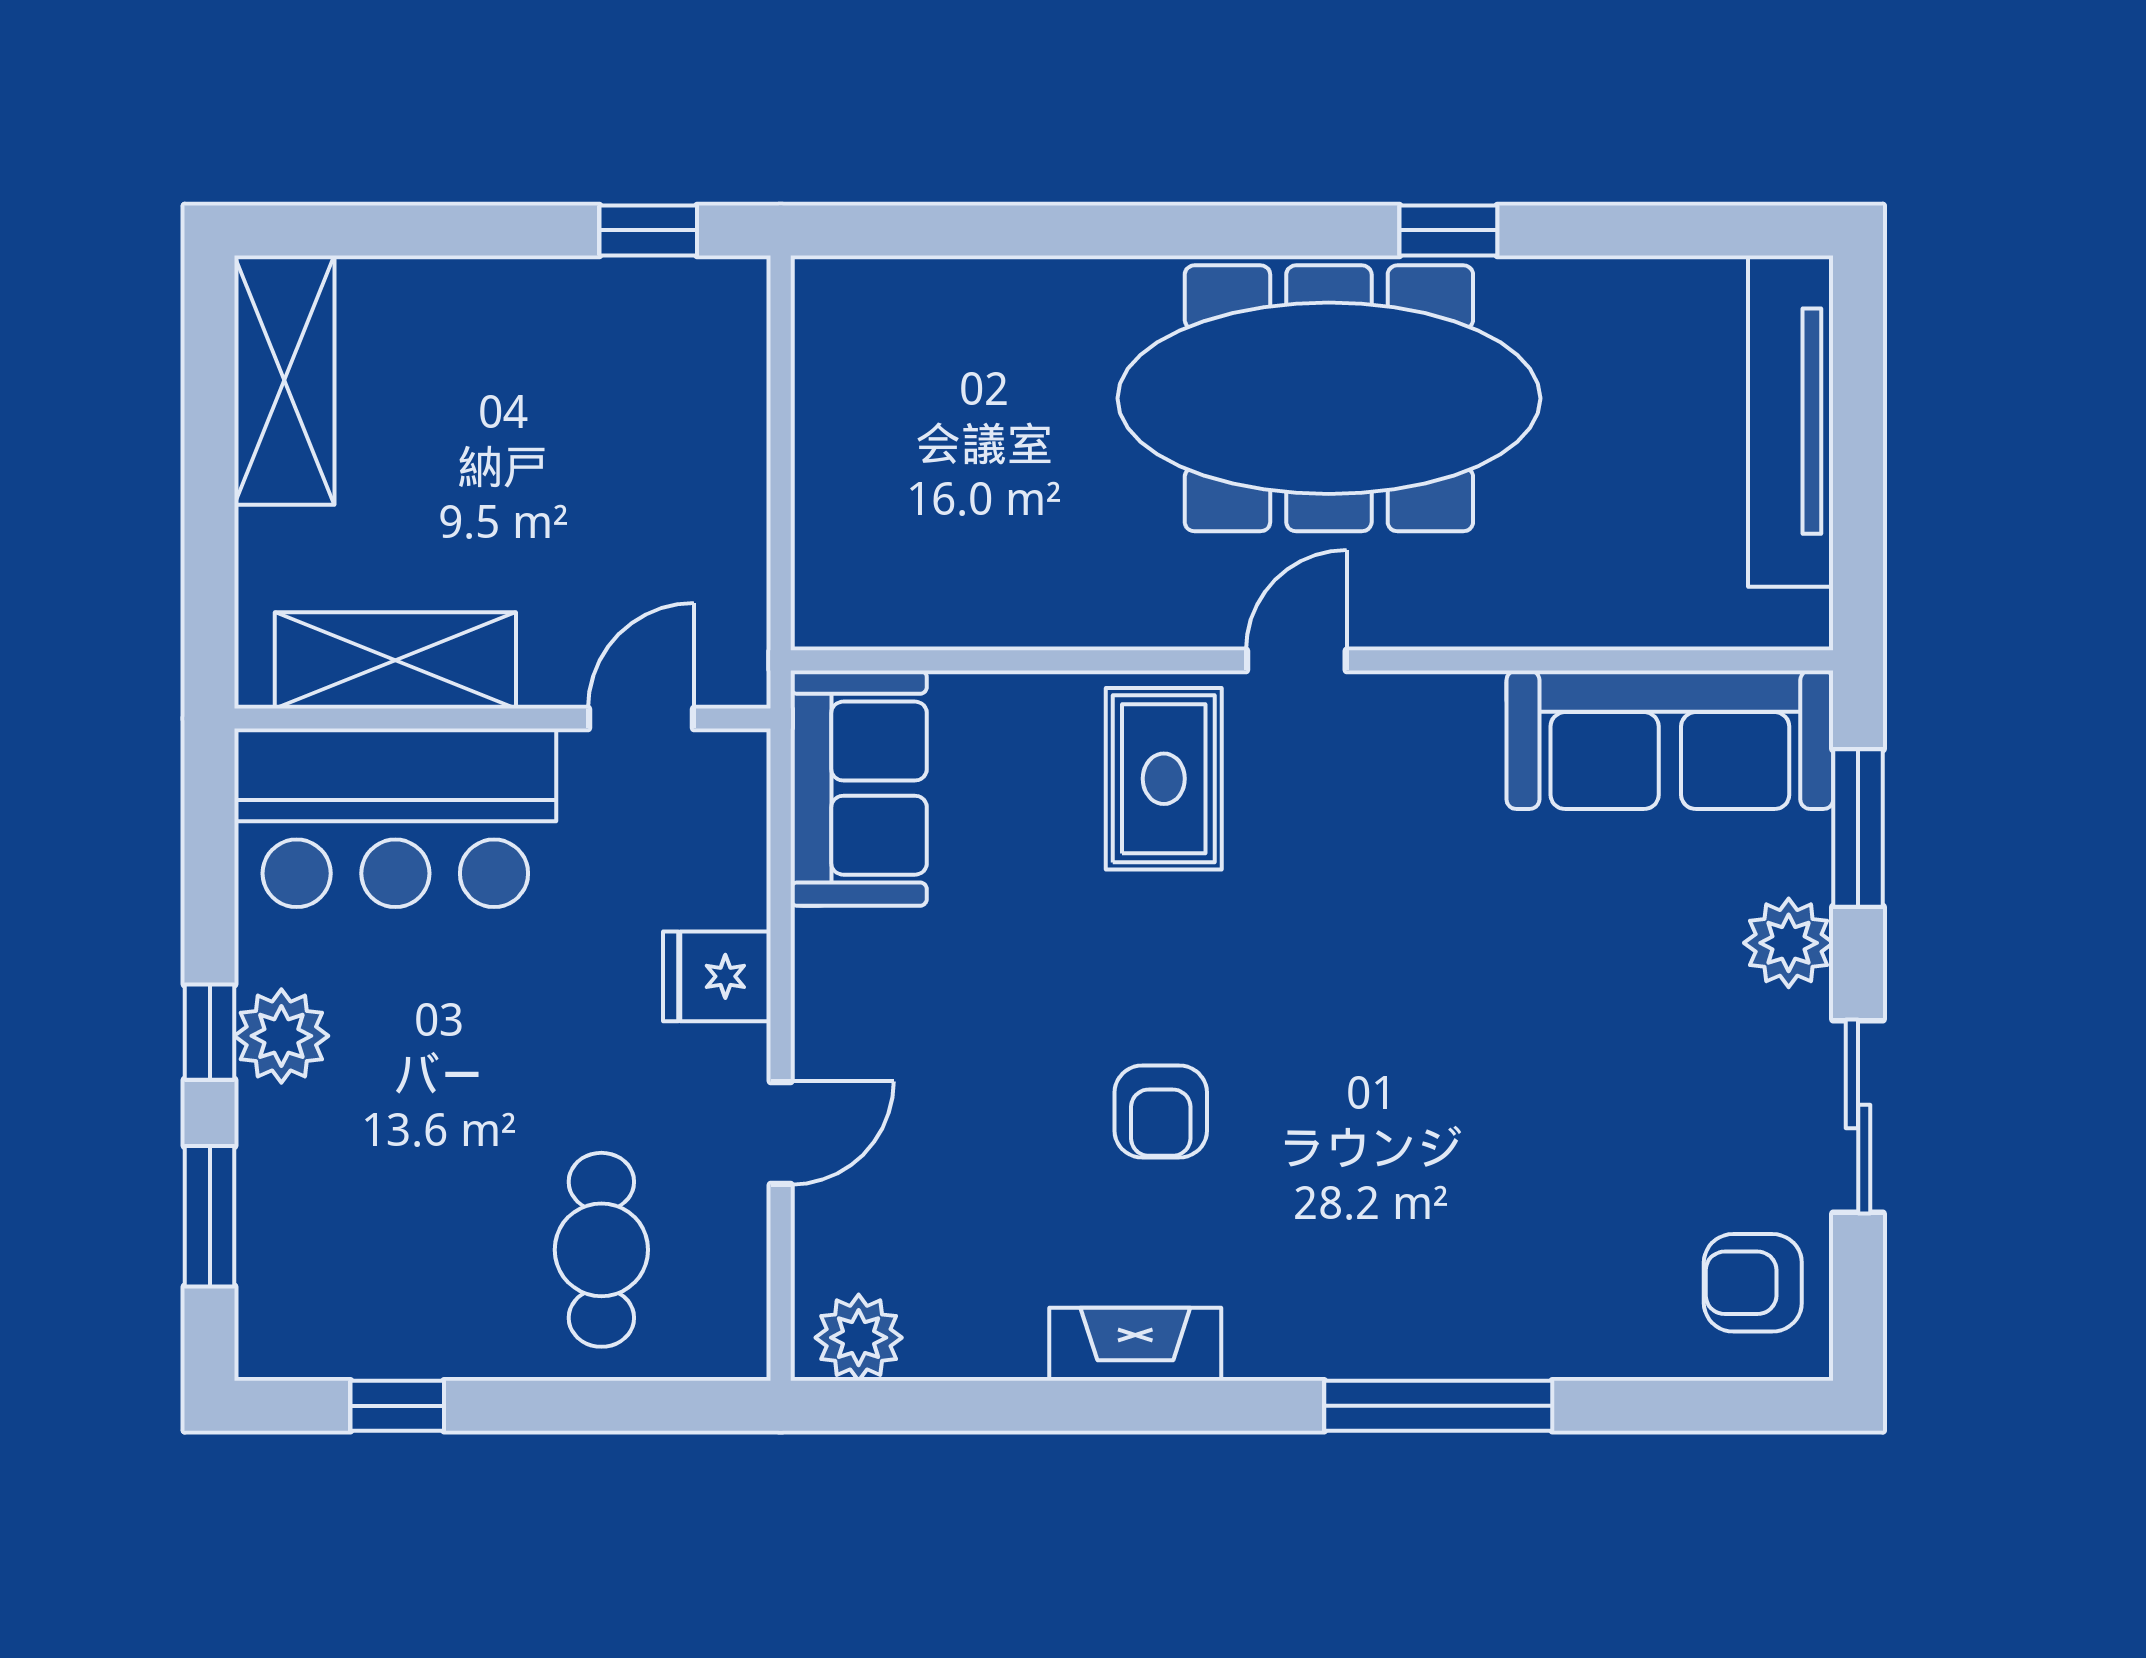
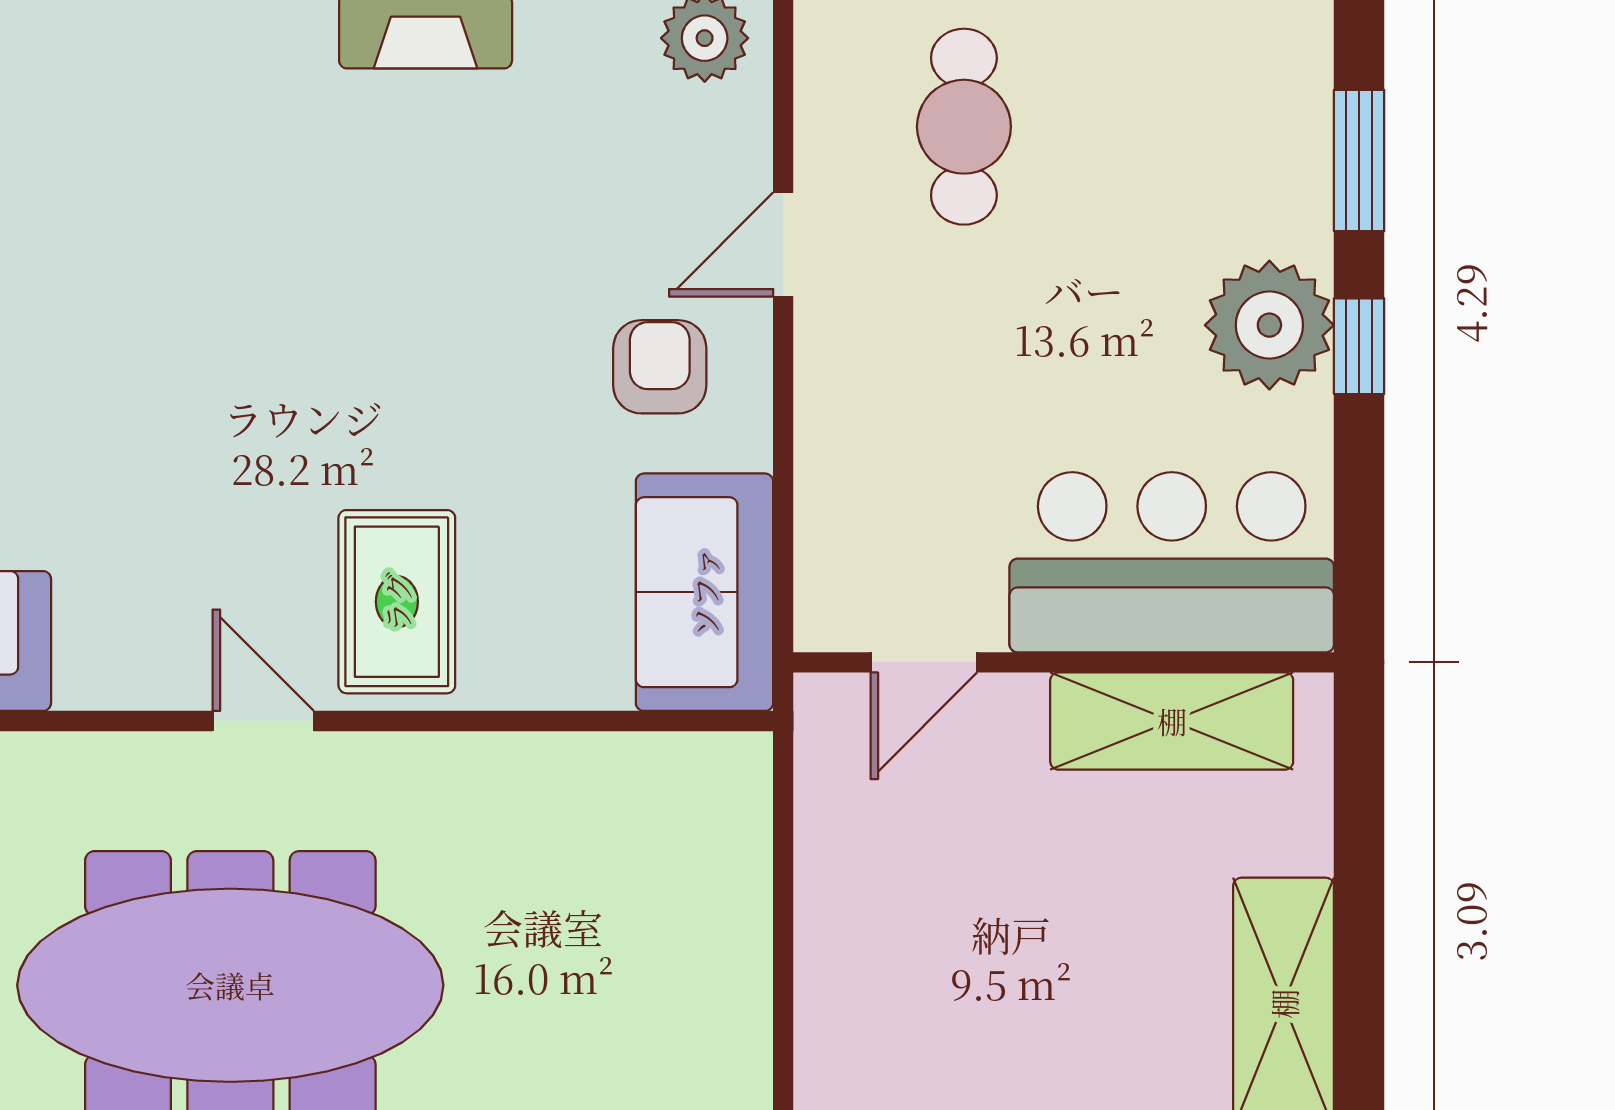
door: (1296, 660) -> (263, 721), swing flipped
fridge: (717, 976) -> (847, 402), removed
plant: (281, 1036) -> (1269, 325), width x1.36, depth x1.36
armchair: (1161, 1112) -> (660, 367), moved

